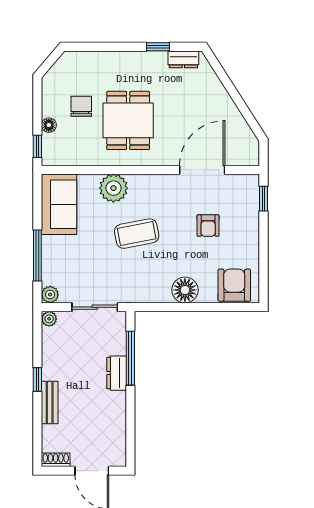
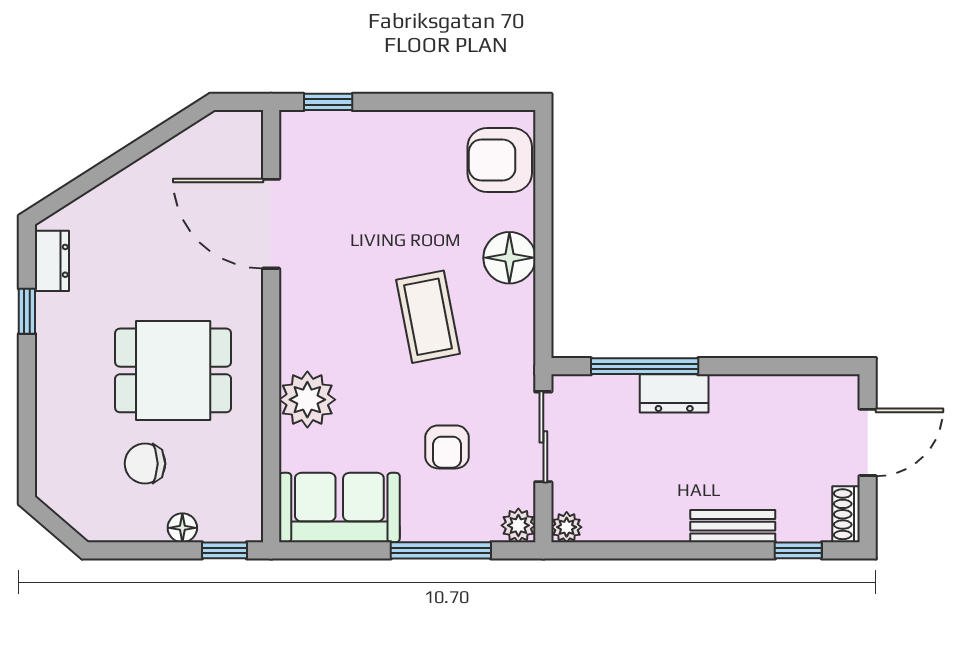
armchair: (208, 226) -> (447, 447), moved, turned 90
coffee table: (137, 234) -> (428, 317), moved
window: (37, 380) -> (798, 550), moved

